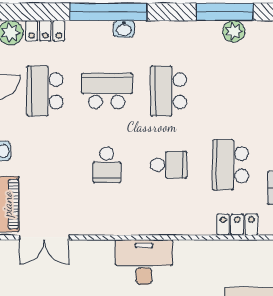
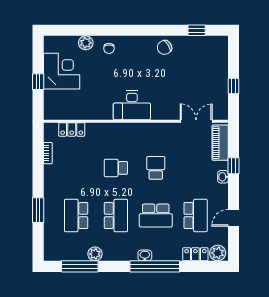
plant: (234, 31) -> (95, 254), moved
school desk: (230, 165) -> (76, 216), moved, turned 180

